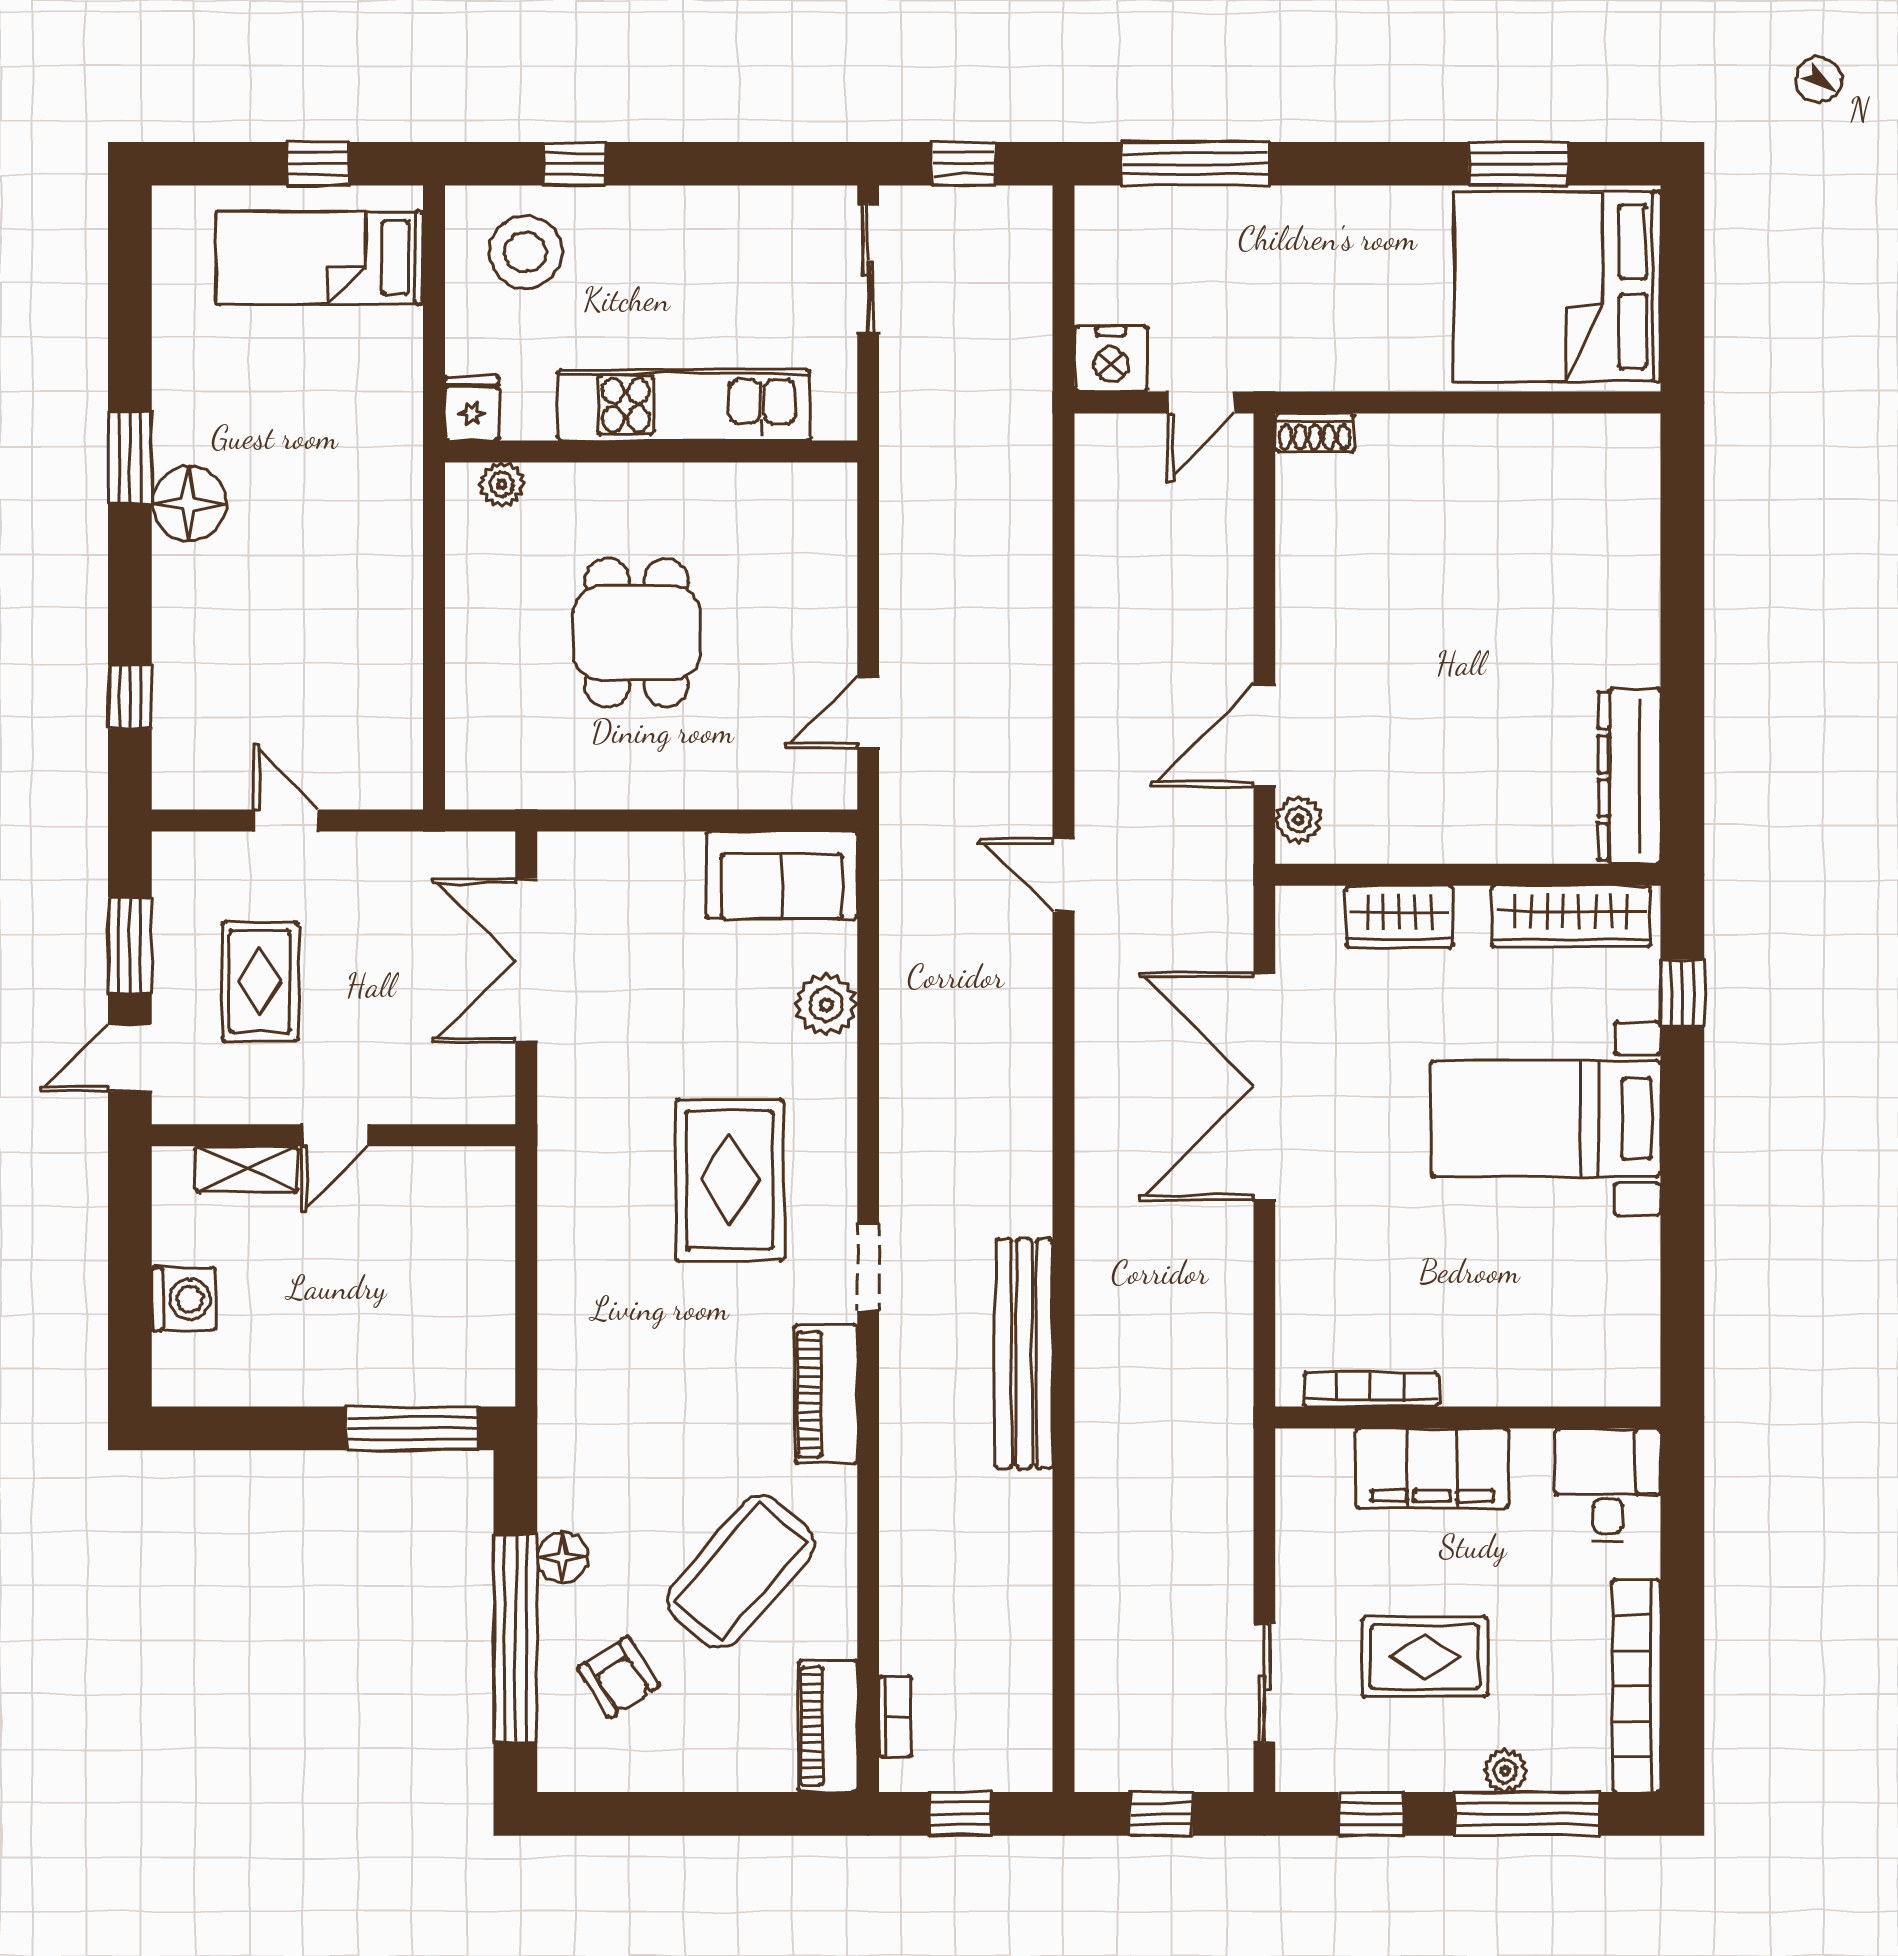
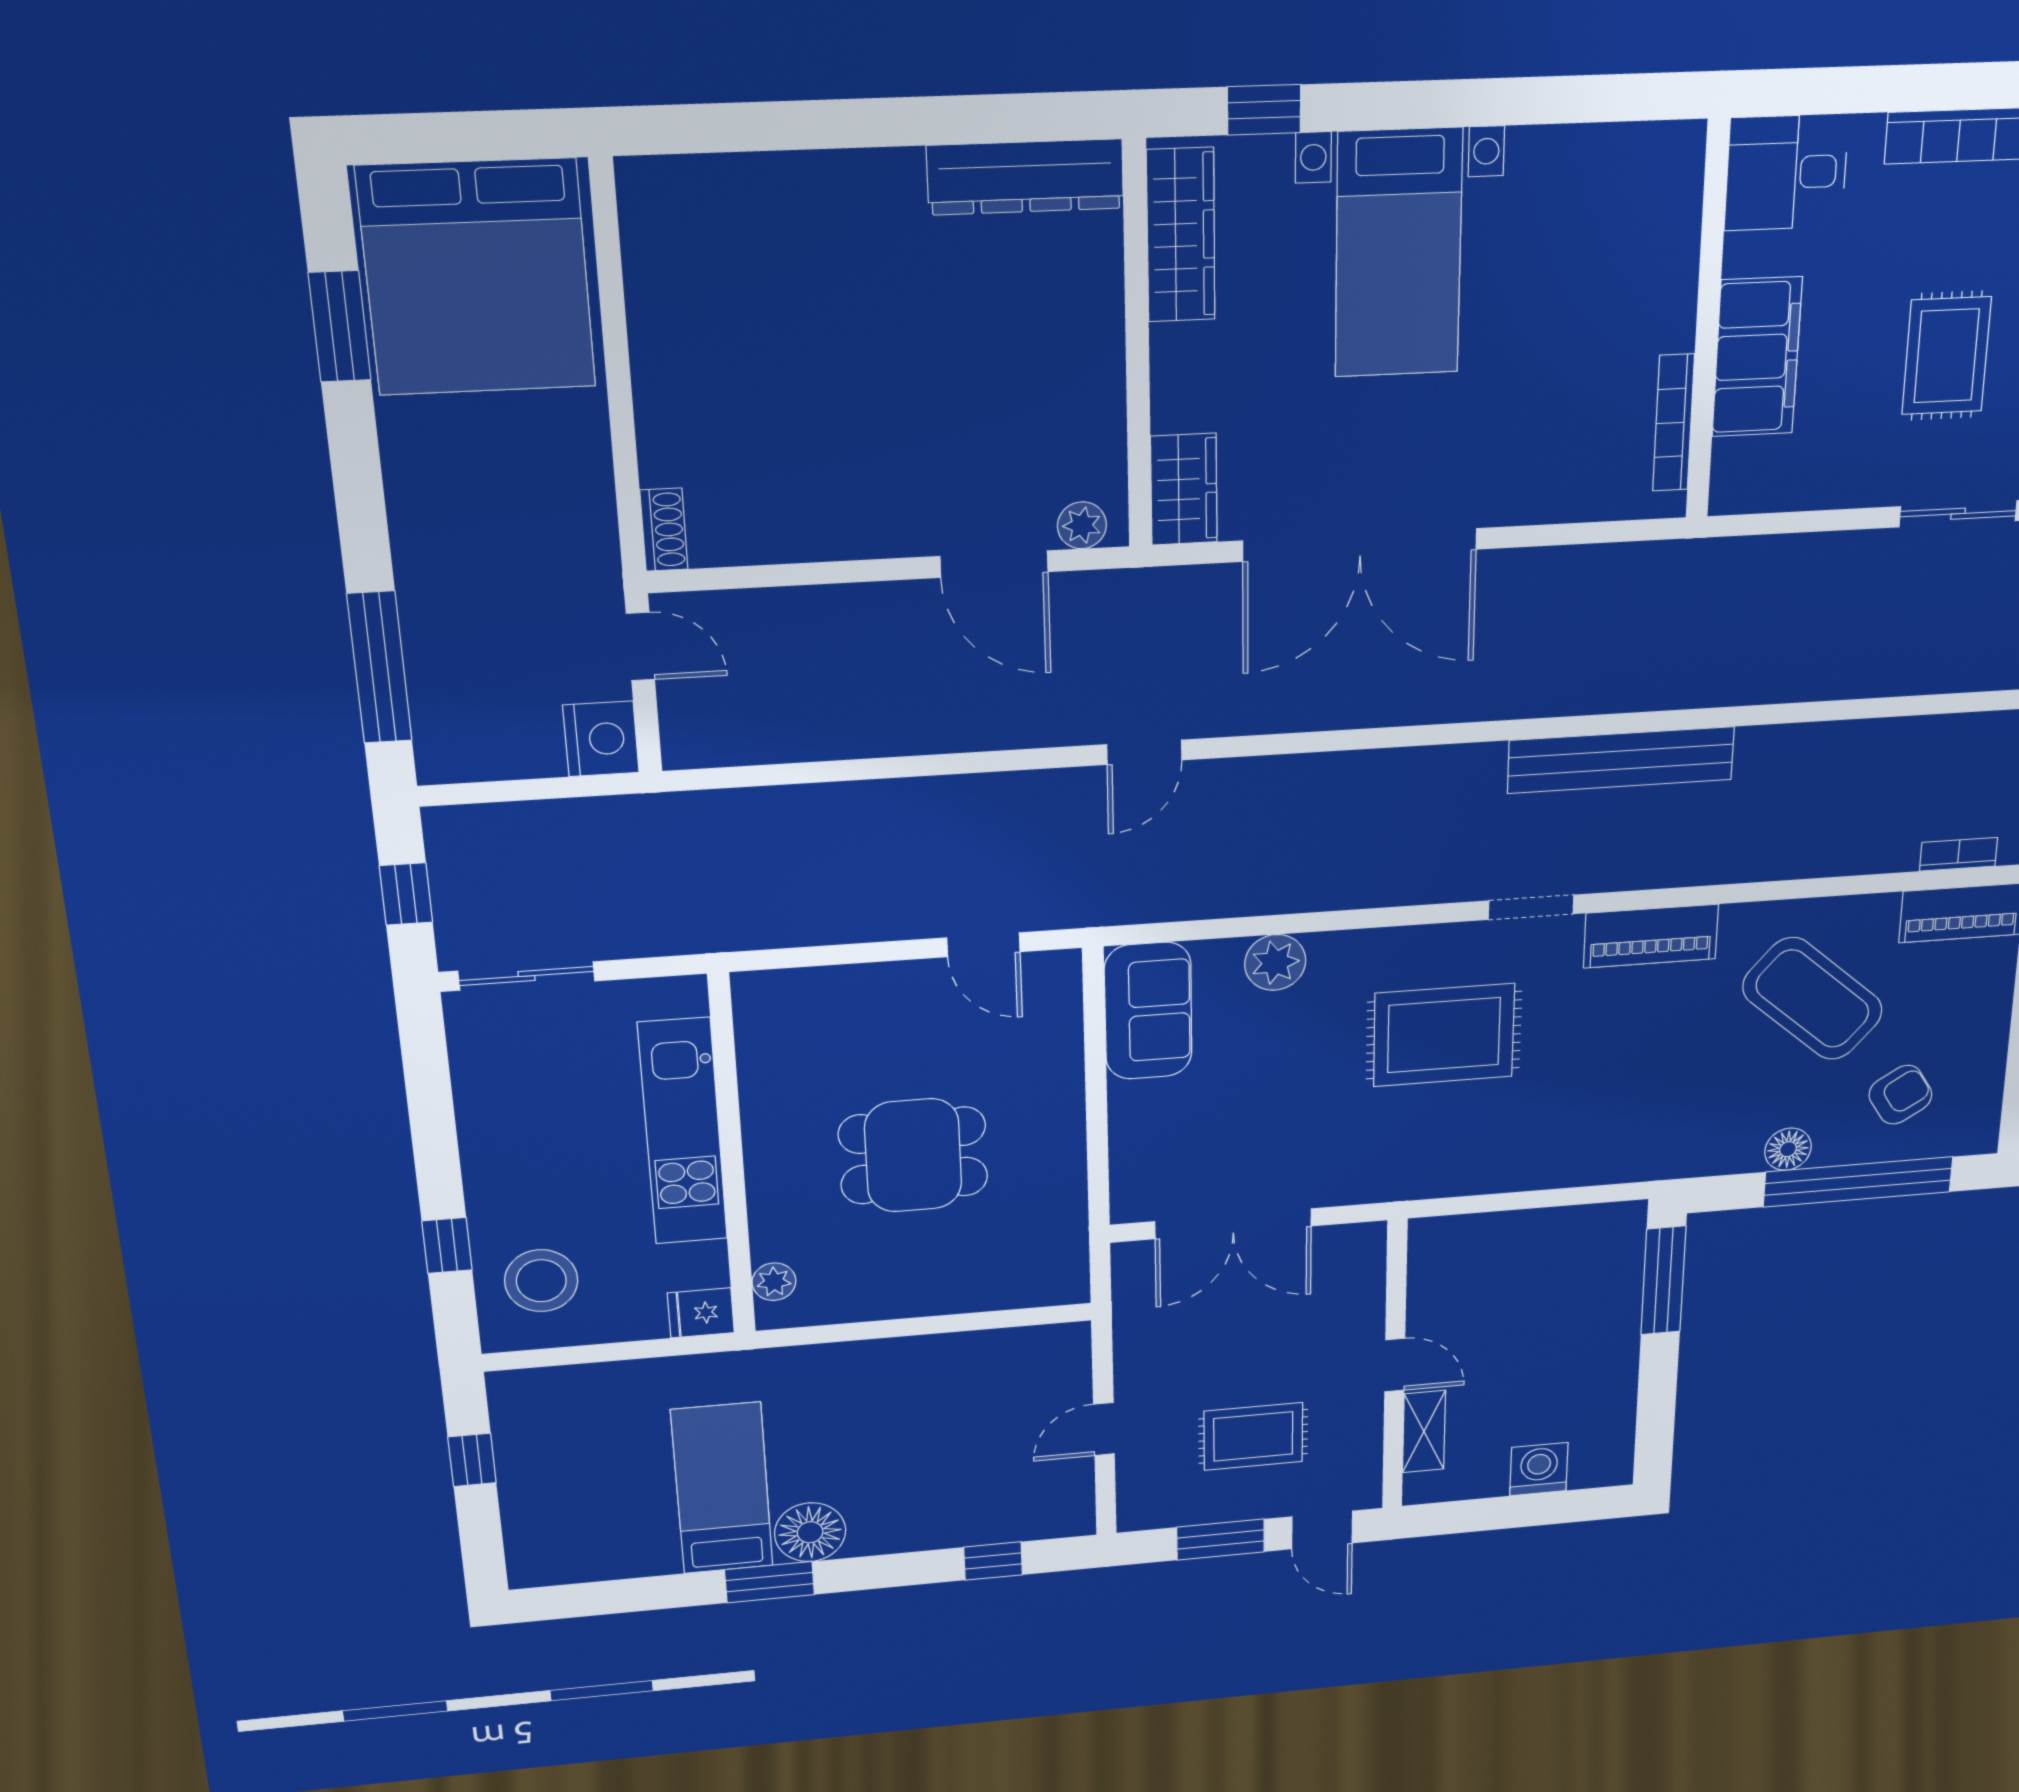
bed: (320, 258) -> (722, 1488), moved, turned 180
wardrobe: (1399, 917) -> (1184, 489), moved

